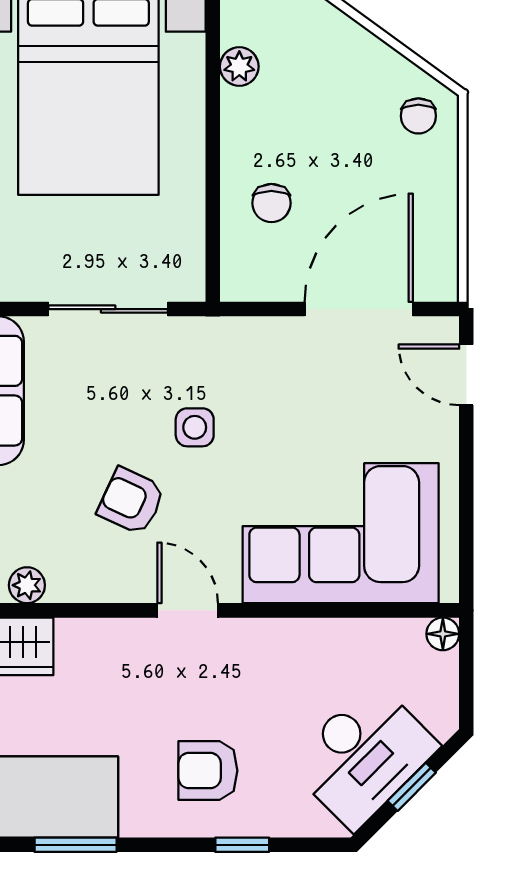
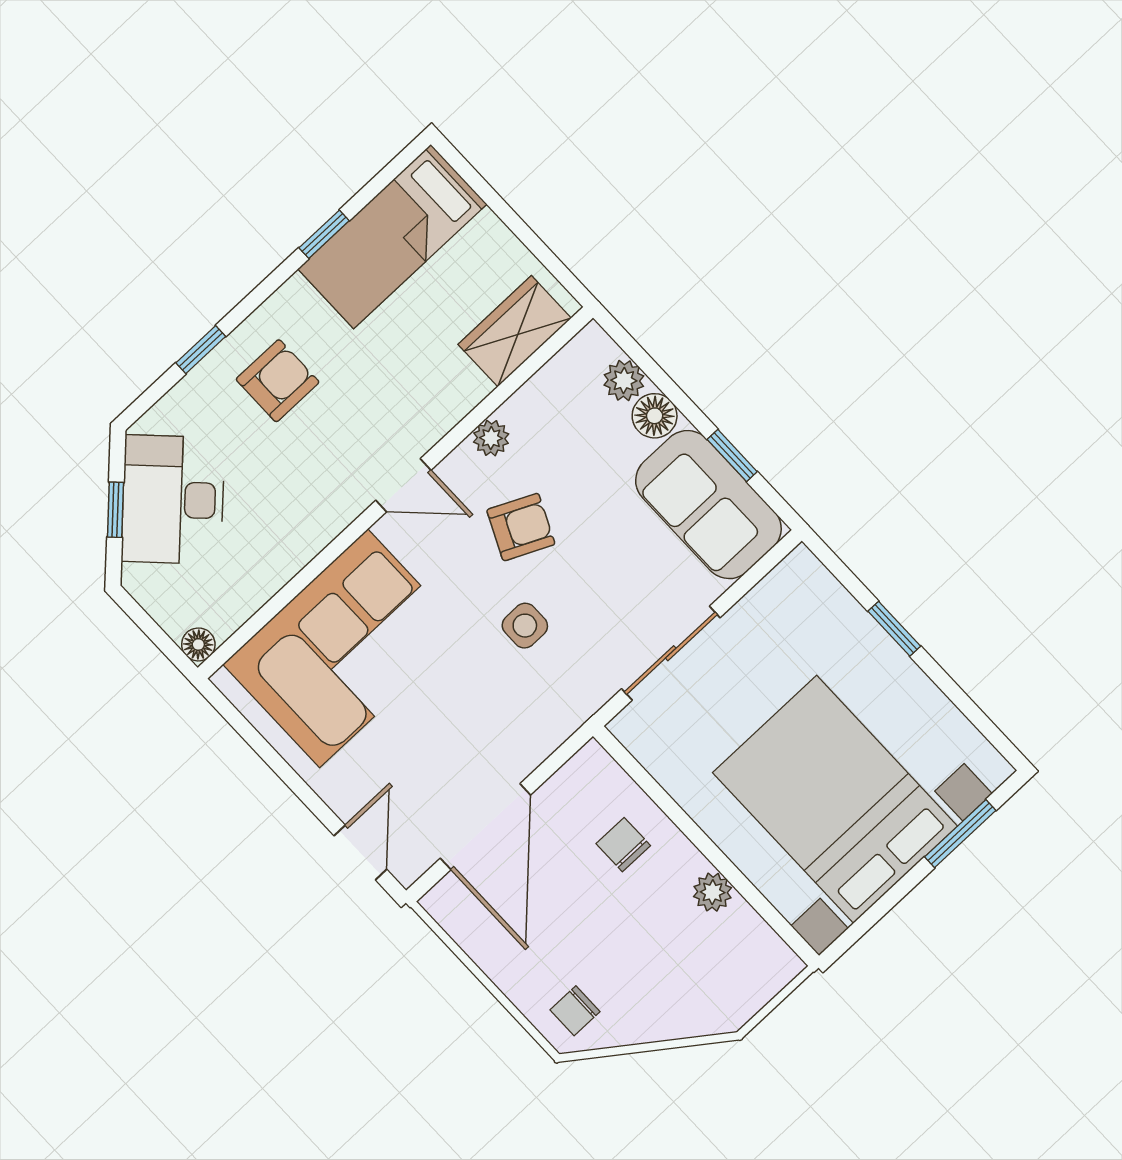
plant: (239, 67) -> (713, 892), moved
chair: (418, 116) -> (575, 1011), turned -90
door: (466, 375) -> (360, 852), hinge flipped
plant: (27, 585) -> (491, 438), moved
window: (76, 845) -> (324, 234), width x0.67

